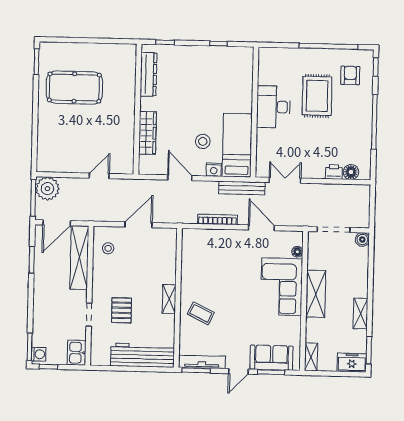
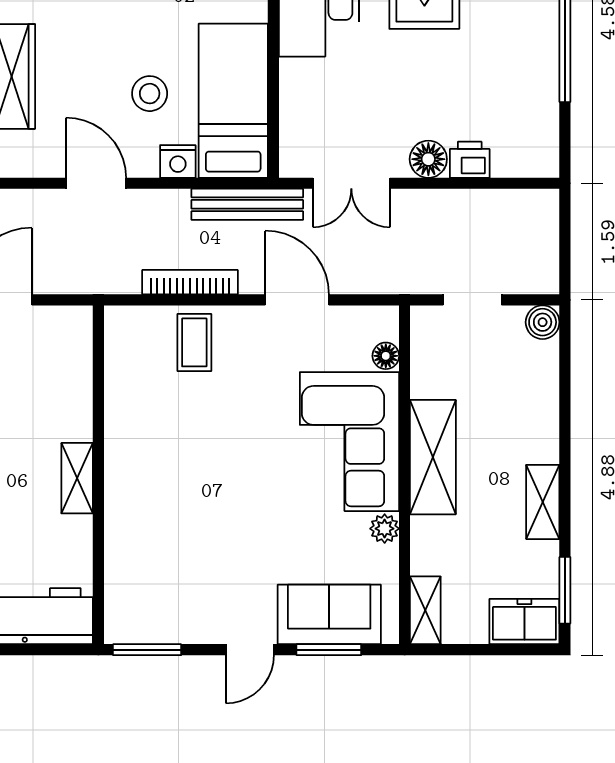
floor lamp: (351, 172) -> (428, 159), moved
double door: (285, 180) -> (351, 183), swing flipped
doorway: (334, 230) -> (472, 300), width x0.73
coffee table: (201, 313) -> (194, 342), moved, turned 64
plant: (295, 323) -> (385, 529), added
tv unit: (202, 362) -> (160, 629), removed

